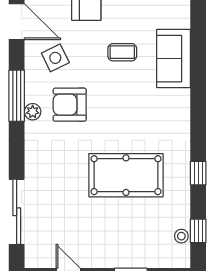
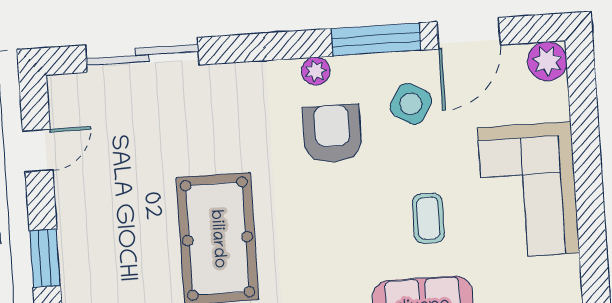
side table: (55, 58) -> (411, 104), turned -34
window: (17, 96) -> (376, 39), moved

